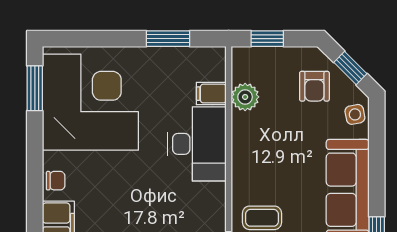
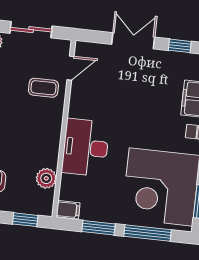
window: (102, 39) -> (147, 233), added
filing cabinet: (211, 94) -> (68, 210), moved

